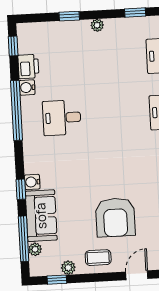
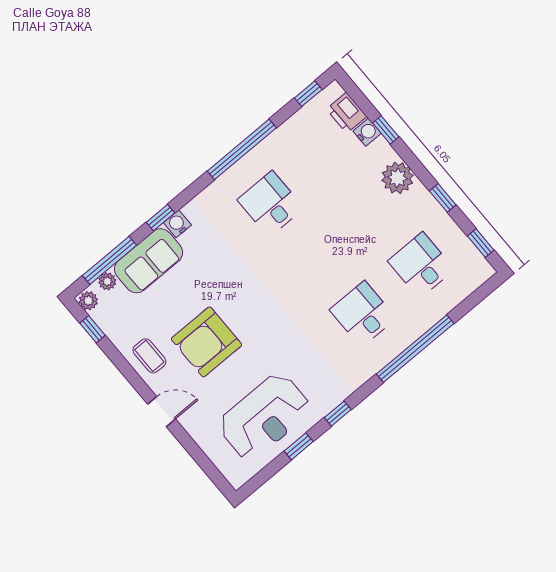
plant: (97, 25) -> (397, 178), width x1.88, depth x1.88
printer: (28, 67) -> (347, 113), moved, turned 90
water cooler: (27, 87) -> (367, 132), moved, turned 90
plant: (68, 268) -> (88, 301), moved

